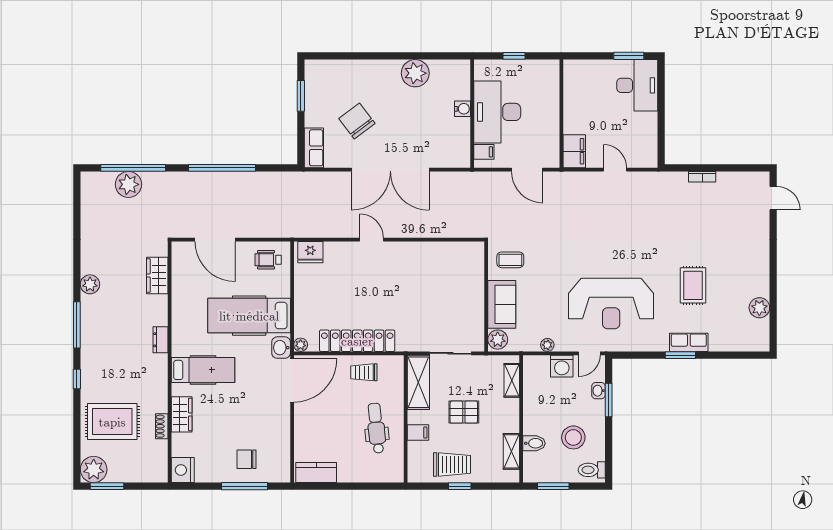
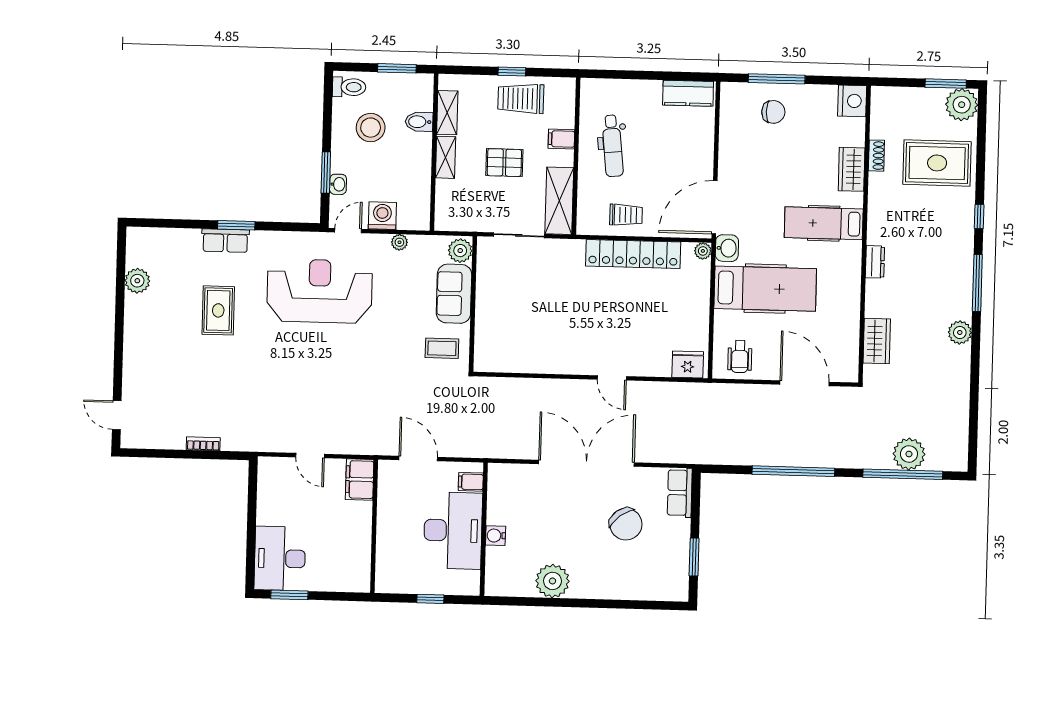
wheelchair: (268, 260) -> (740, 357), turned 90
shelving: (512, 380) -> (446, 157), moved

